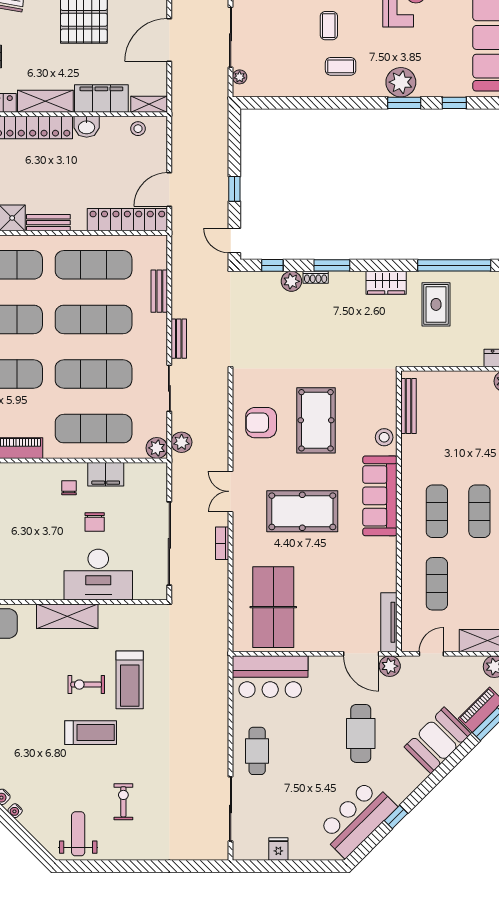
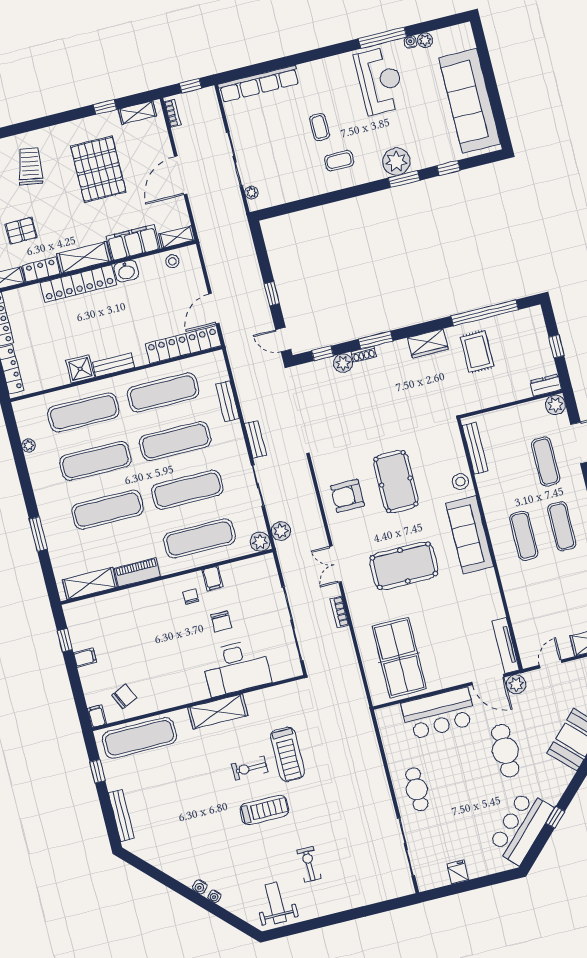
filing cabinet: (106, 474) -> (213, 578), width x0.50
exercise mat: (437, 584) -> (546, 462), moved
bar counter: (270, 677) -> (439, 713), moved

